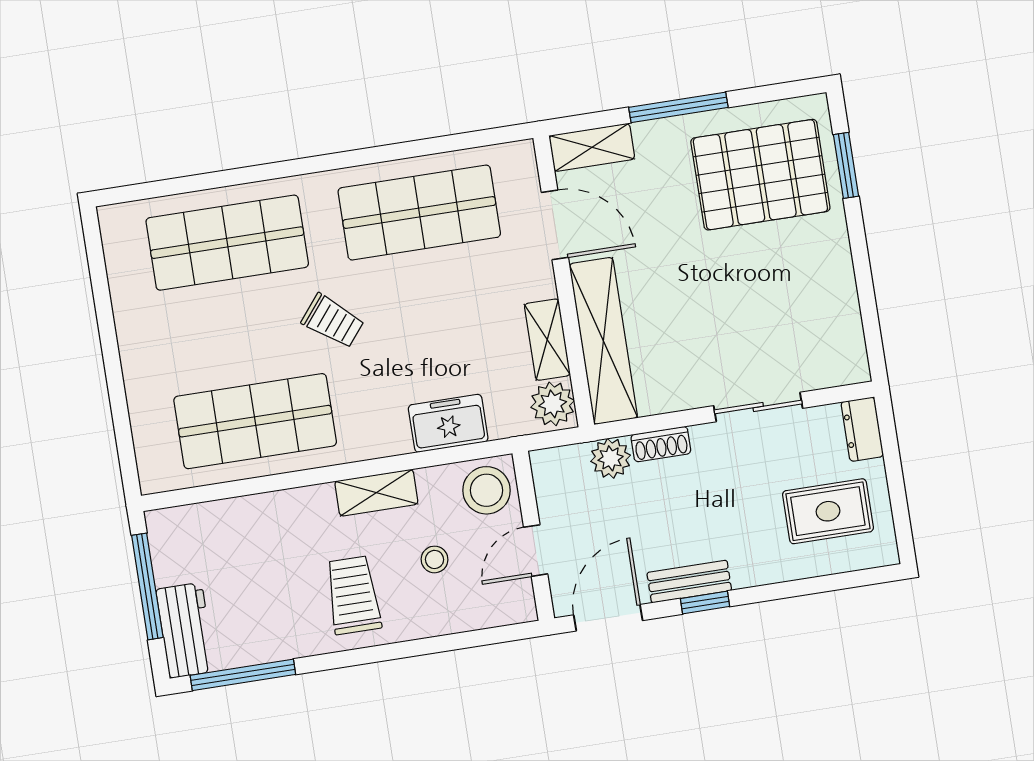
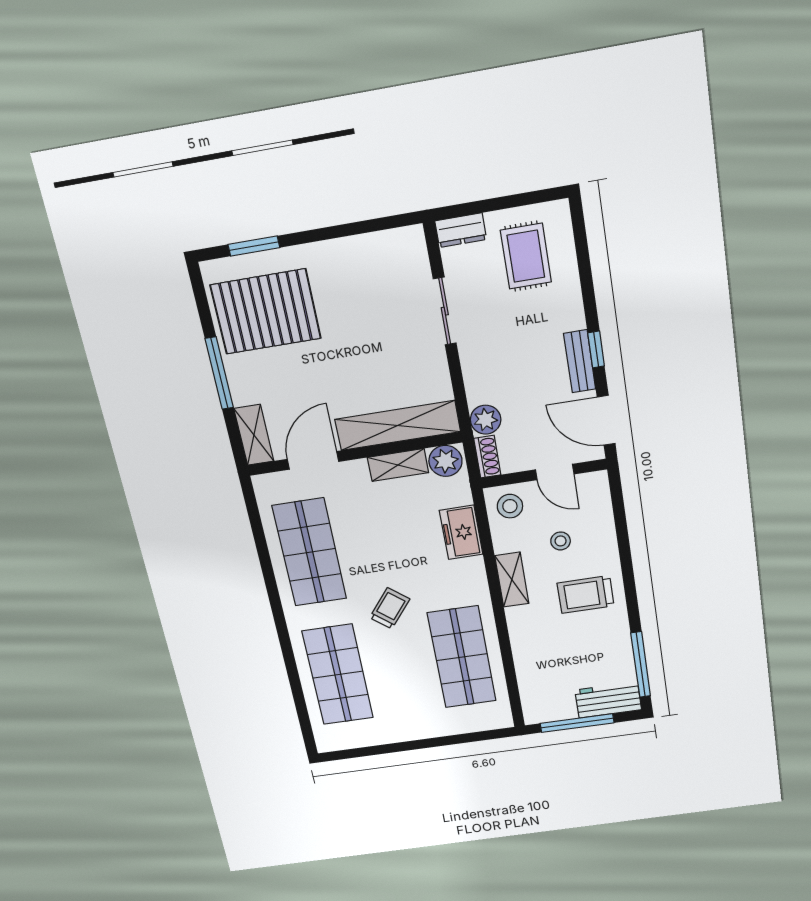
pallet: (760, 175) -> (266, 312), turned 90
shoe rack: (661, 444) -> (487, 457), moved
stool: (486, 490) -> (510, 506), width x0.73, depth x0.73

